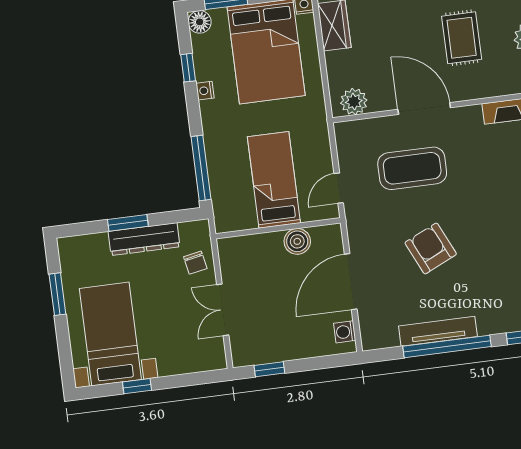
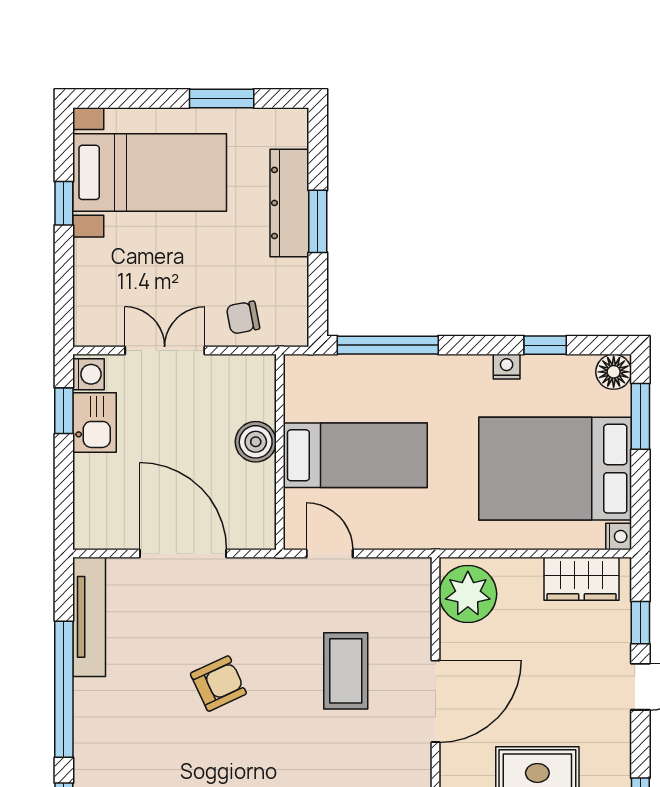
plant: (354, 102) -> (468, 594), width x1.36, depth x1.36
coffee table: (412, 168) -> (346, 671), width x0.73, depth x0.76
dresser: (144, 239) -> (289, 203), moved
boiler: (297, 241) -> (256, 442), moved
armchair: (431, 248) -> (218, 684), width x0.72, depth x0.72
tv unit: (438, 331) -> (89, 617), moved
washing machine: (345, 332) -> (89, 374), moved, turned 90
kitchen sink: (274, 349) -> (95, 422), added

